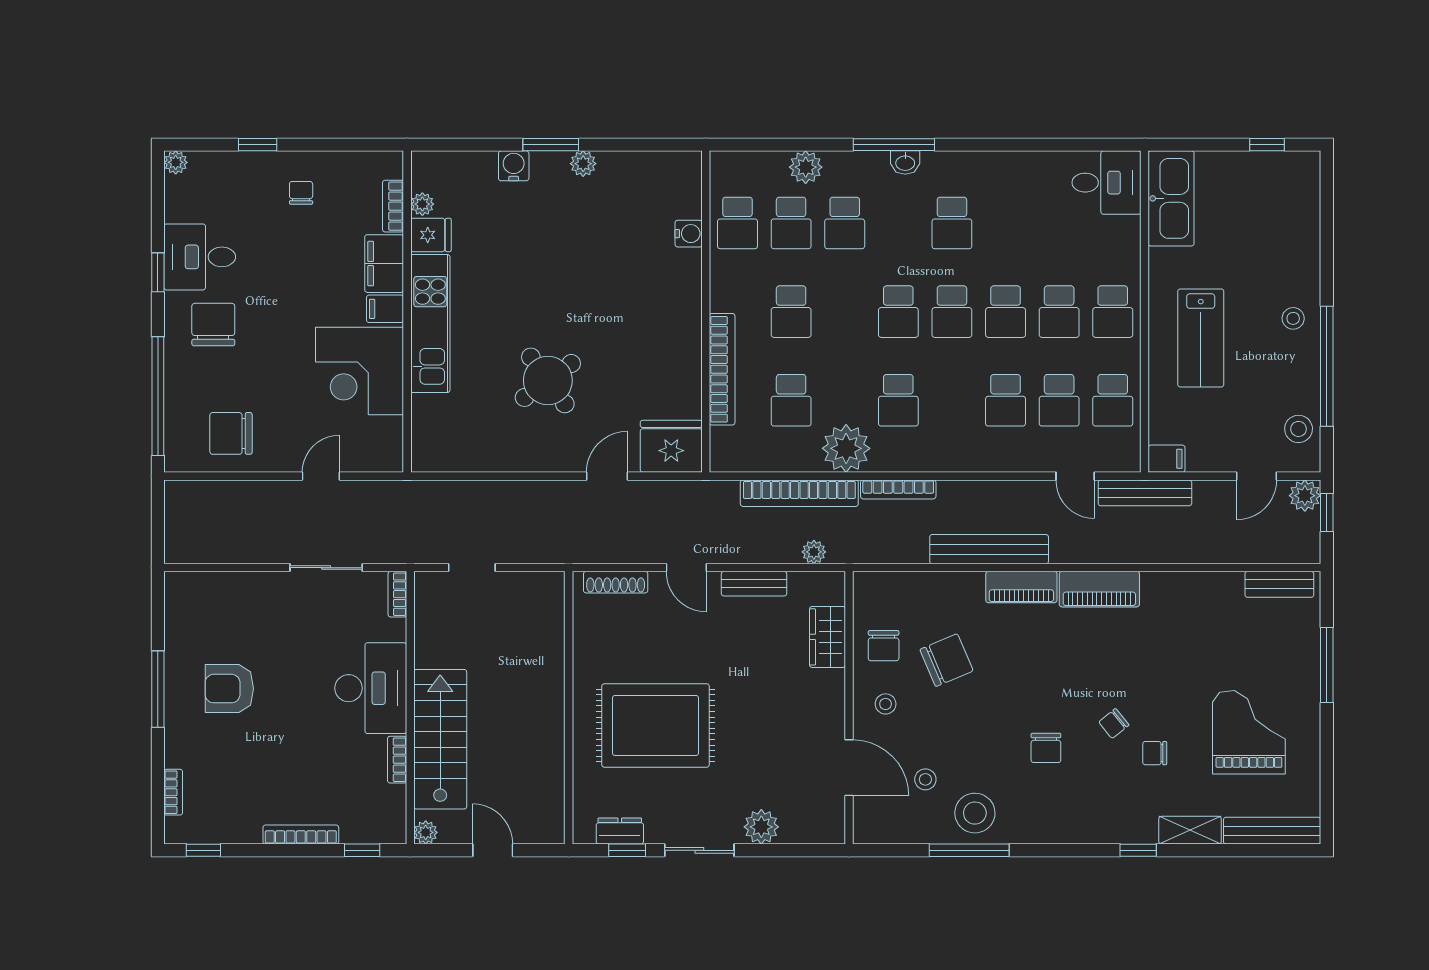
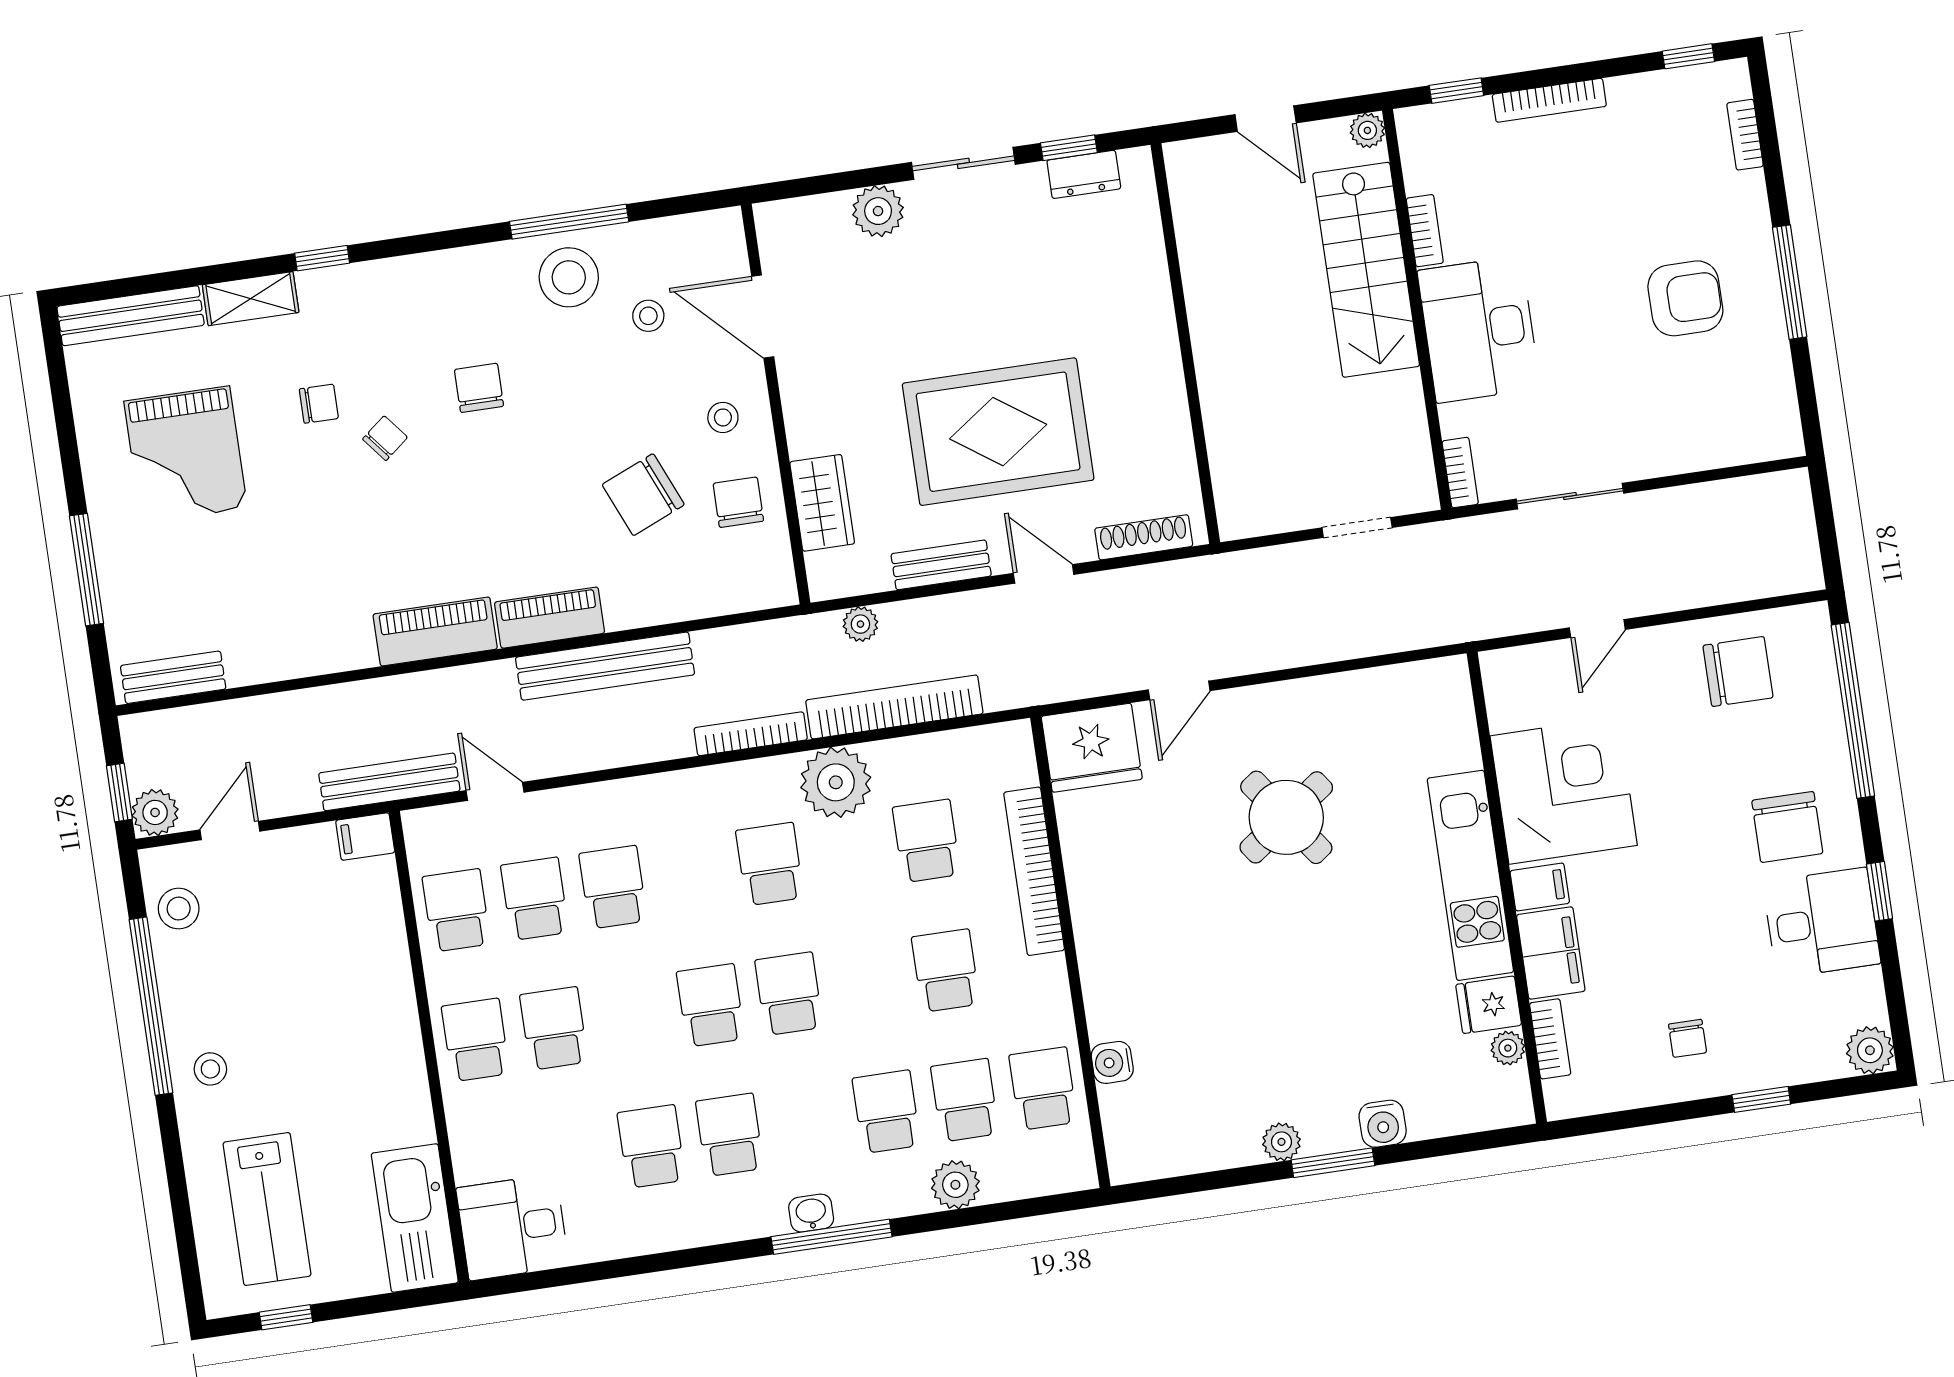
plant: (176, 162) -> (1870, 1050), width x1.38, depth x1.38
school desk: (1006, 312) -> (651, 1146), moved
lab bench: (1201, 338) -> (267, 1209), moved, turned 180
rug: (656, 725) -> (998, 432), moved

